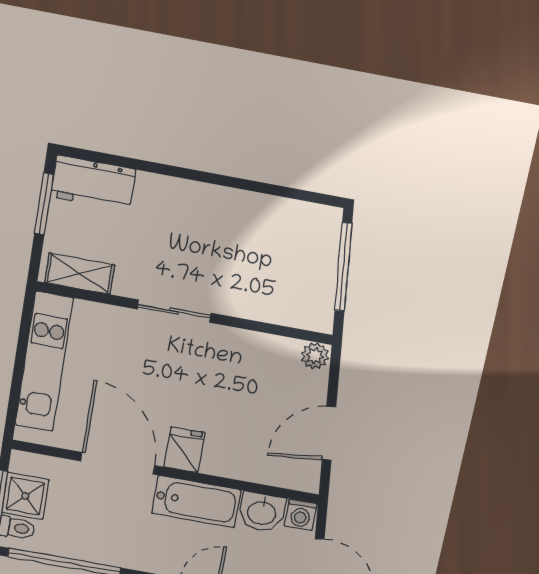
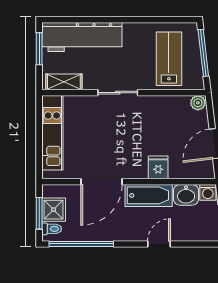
workbench: (93, 183) -> (82, 37), width x1.87, depth x1.32
lab bench: (279, 266) -> (169, 59), added
fridge: (184, 450) -> (158, 167), moved
door: (118, 463) -> (102, 182), swing flipped

